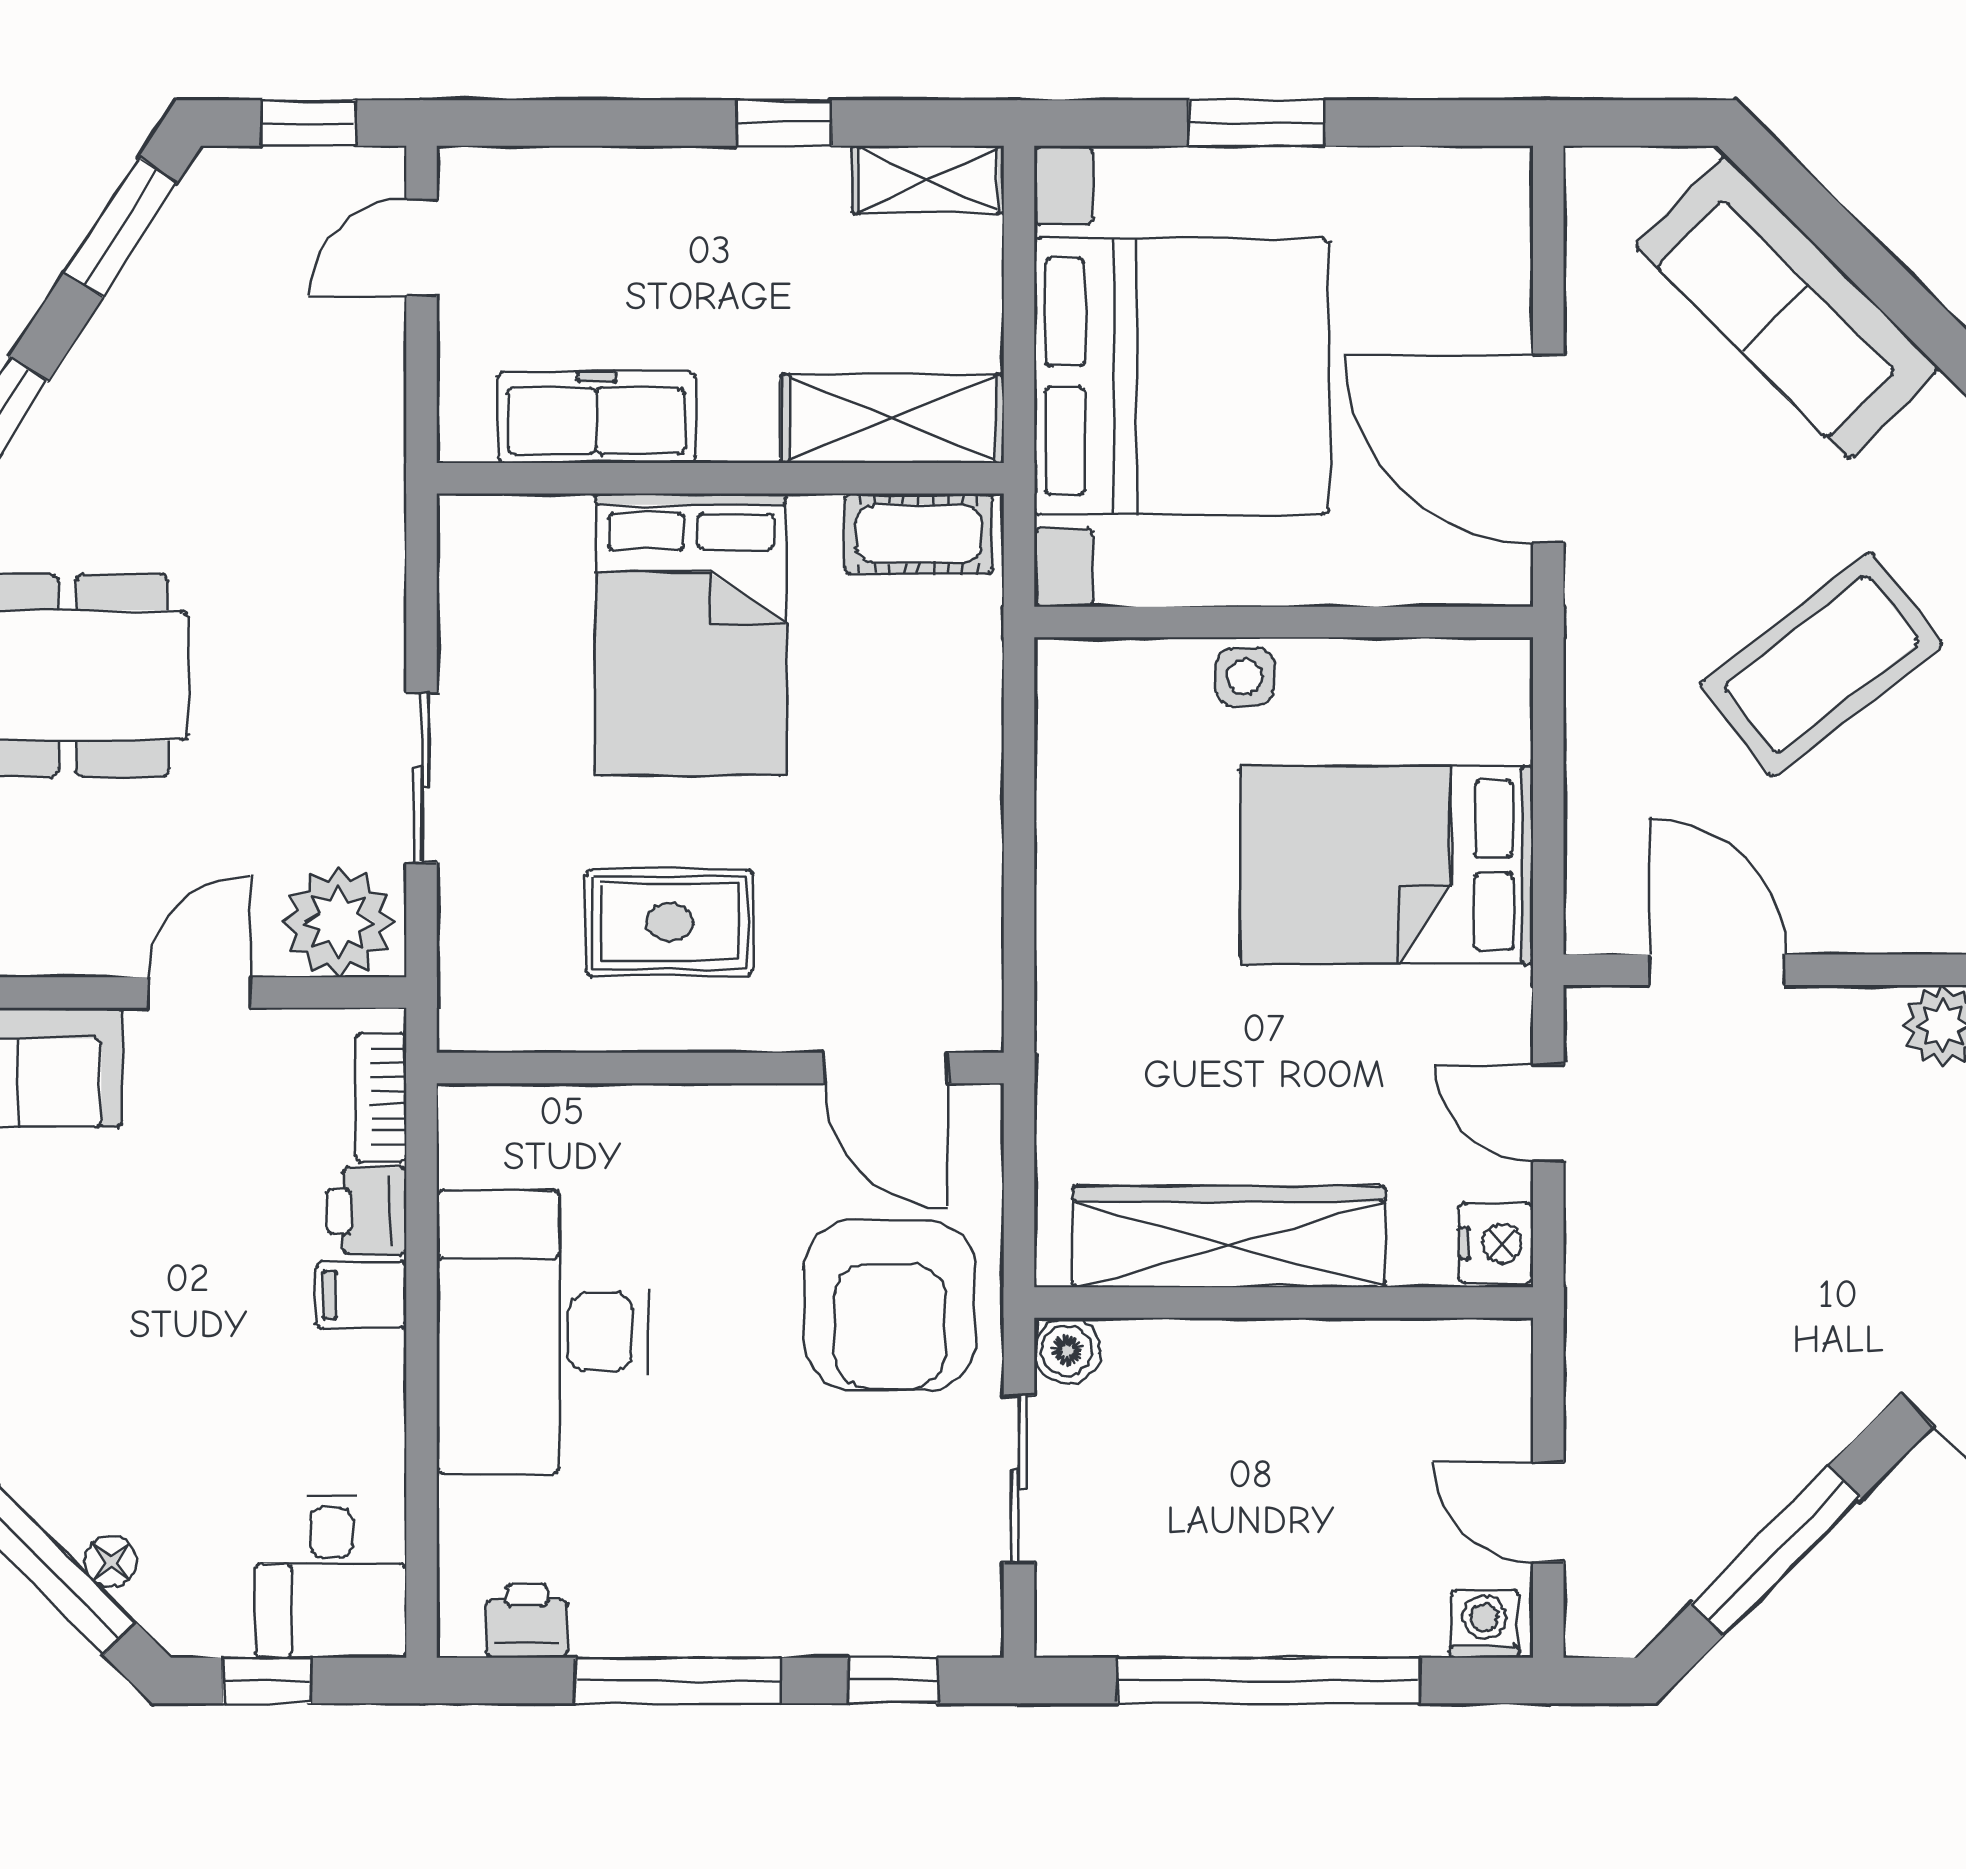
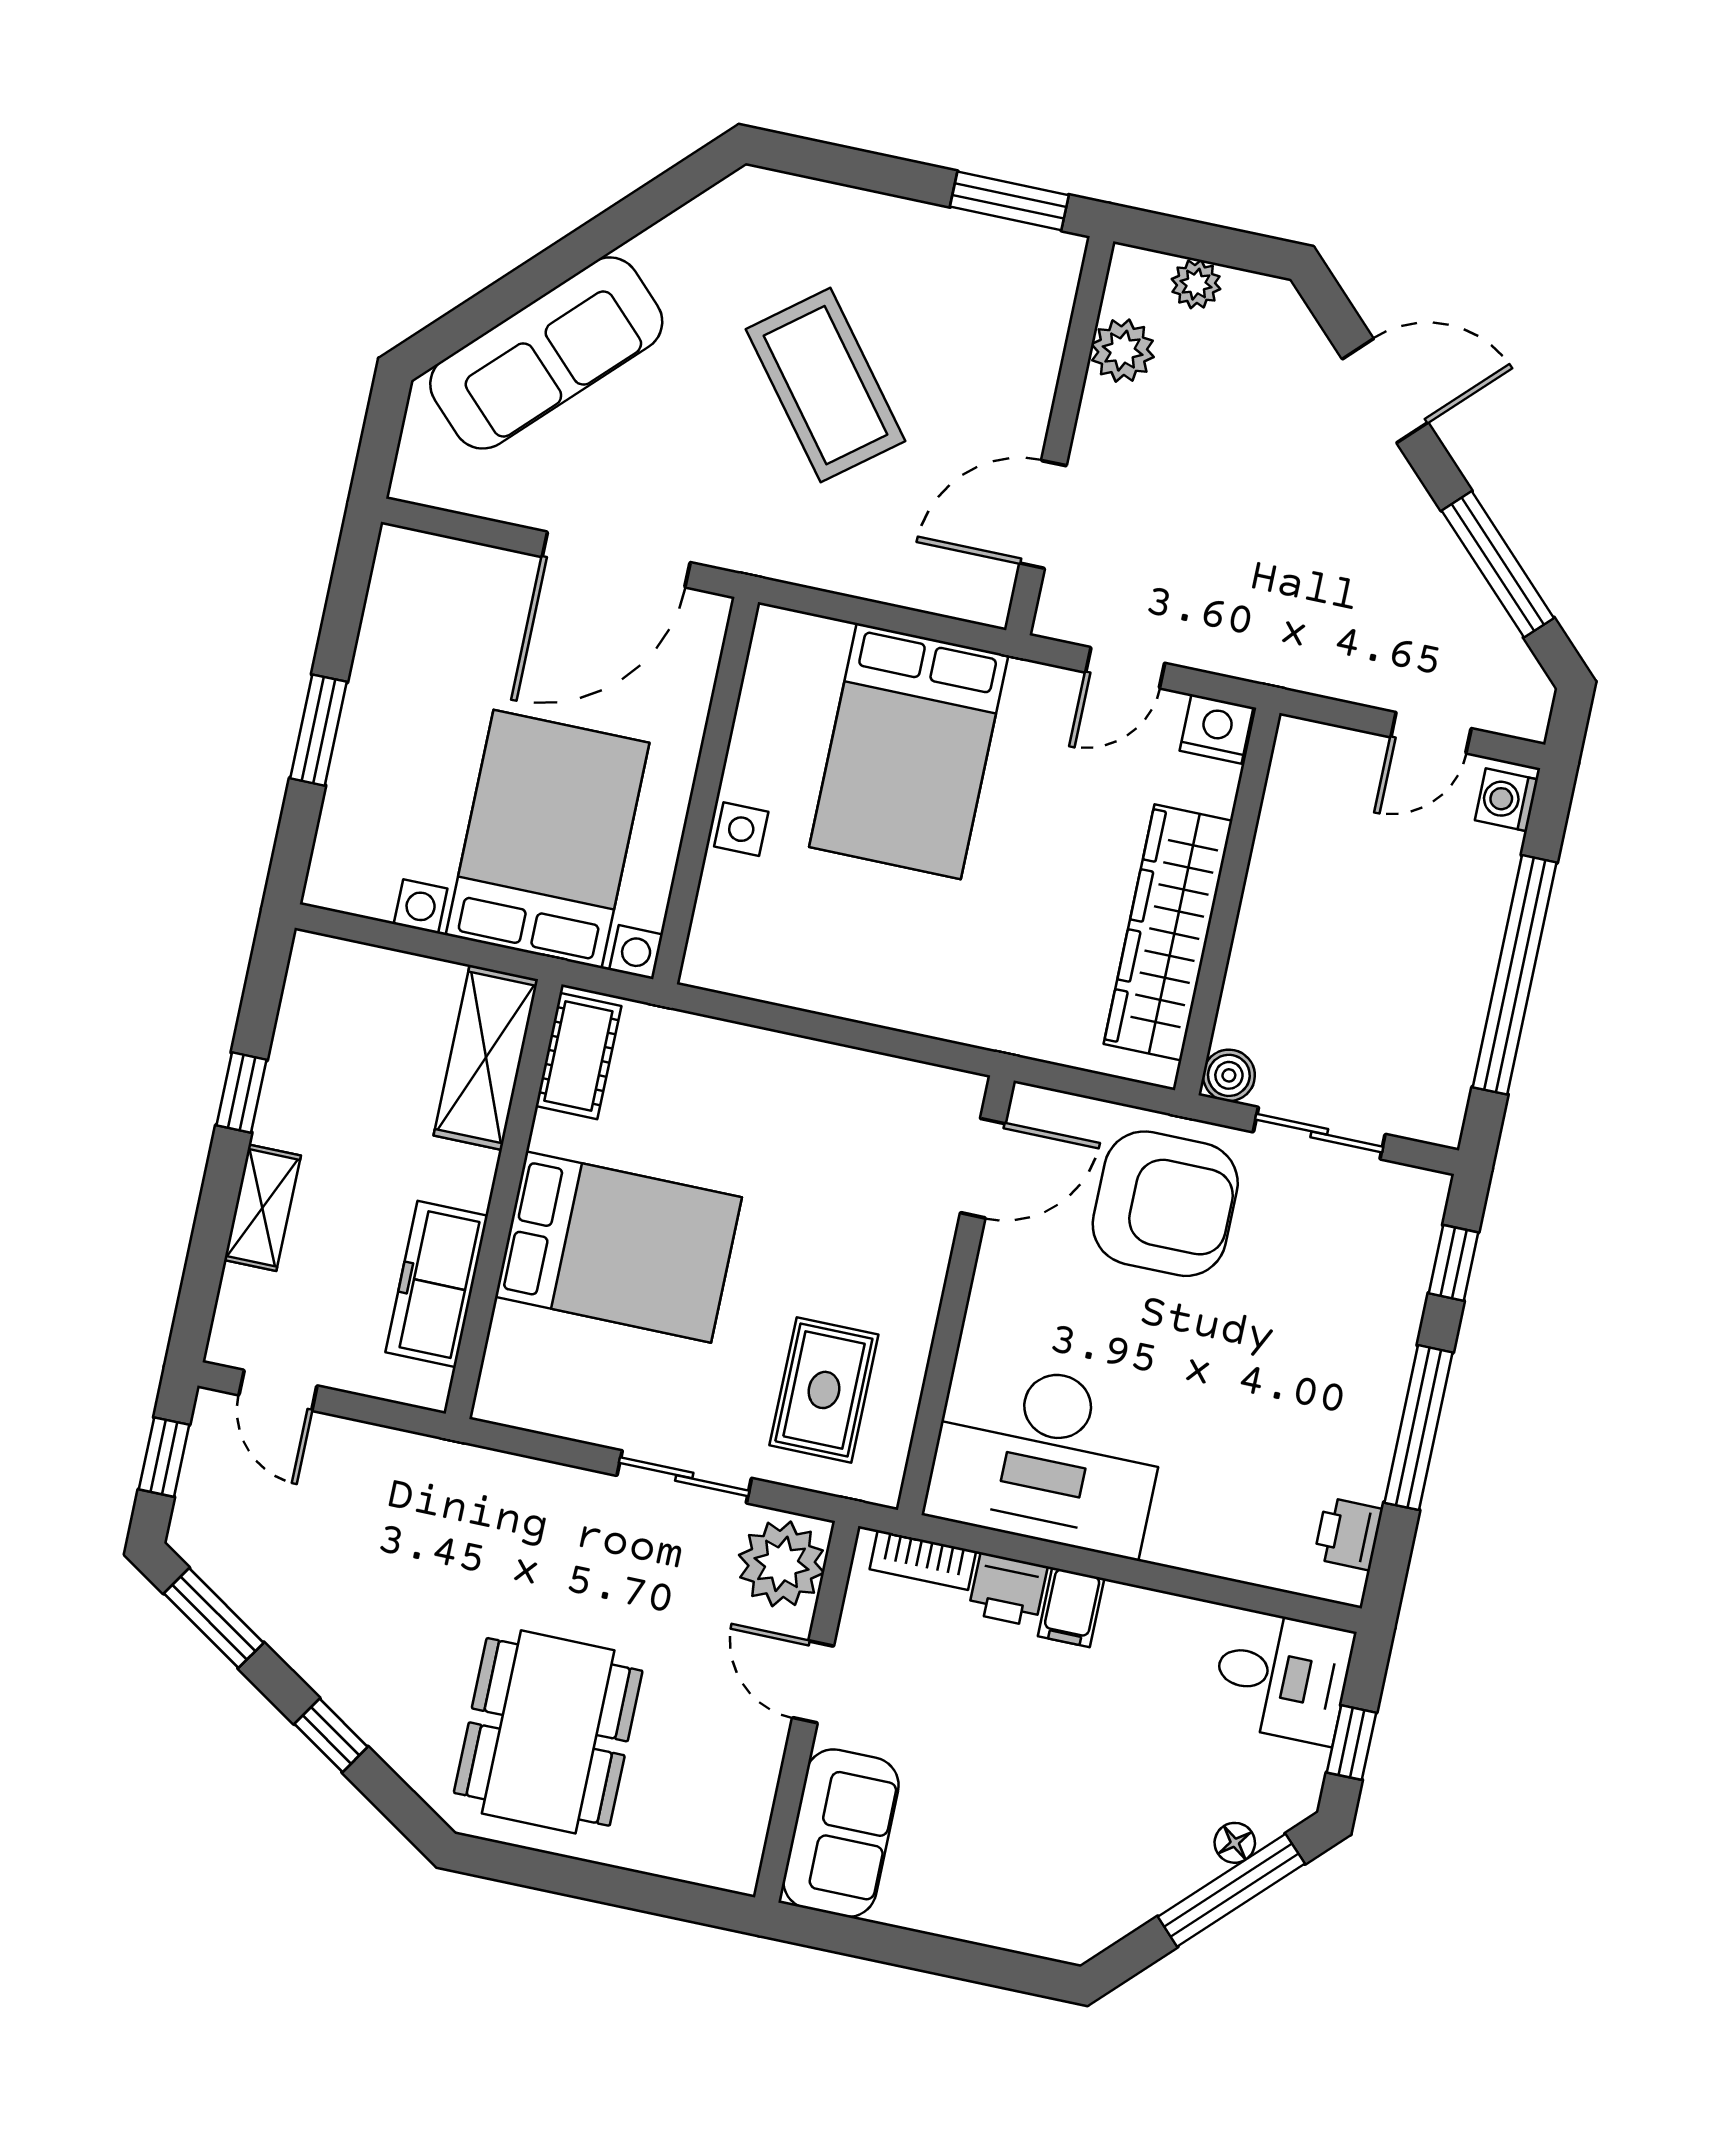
shelving: (928, 180) -> (262, 1208), moved
bed with nightstands: (1181, 376) -> (547, 839), width x0.73
rug: (670, 922) -> (824, 1390), moved
desk: (543, 1332) -> (1047, 1457), moved

